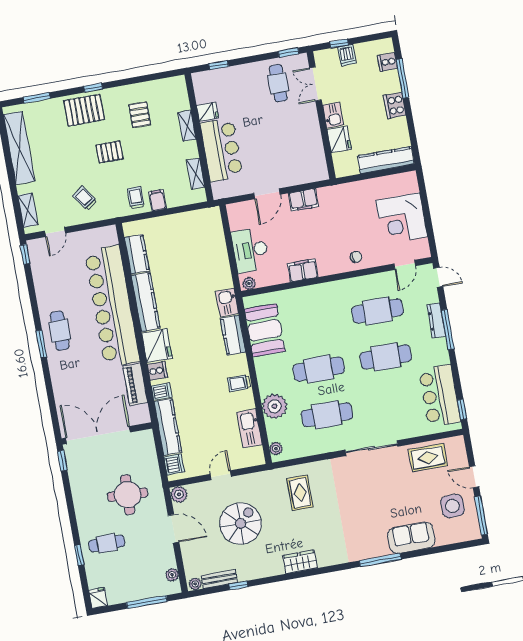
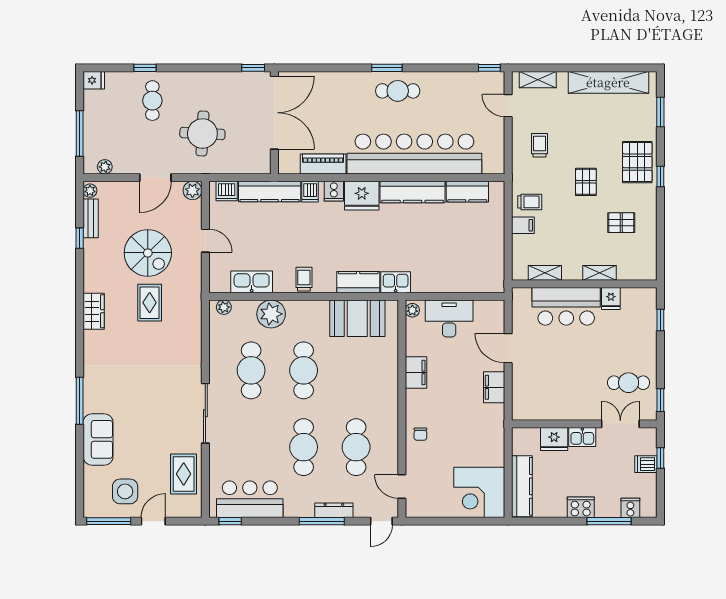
trolley: (85, 198) -> (539, 145), turned -55
corner desk: (402, 219) -> (479, 492), moved, turned -90
rug: (300, 493) -> (150, 303), moved, turned 90

